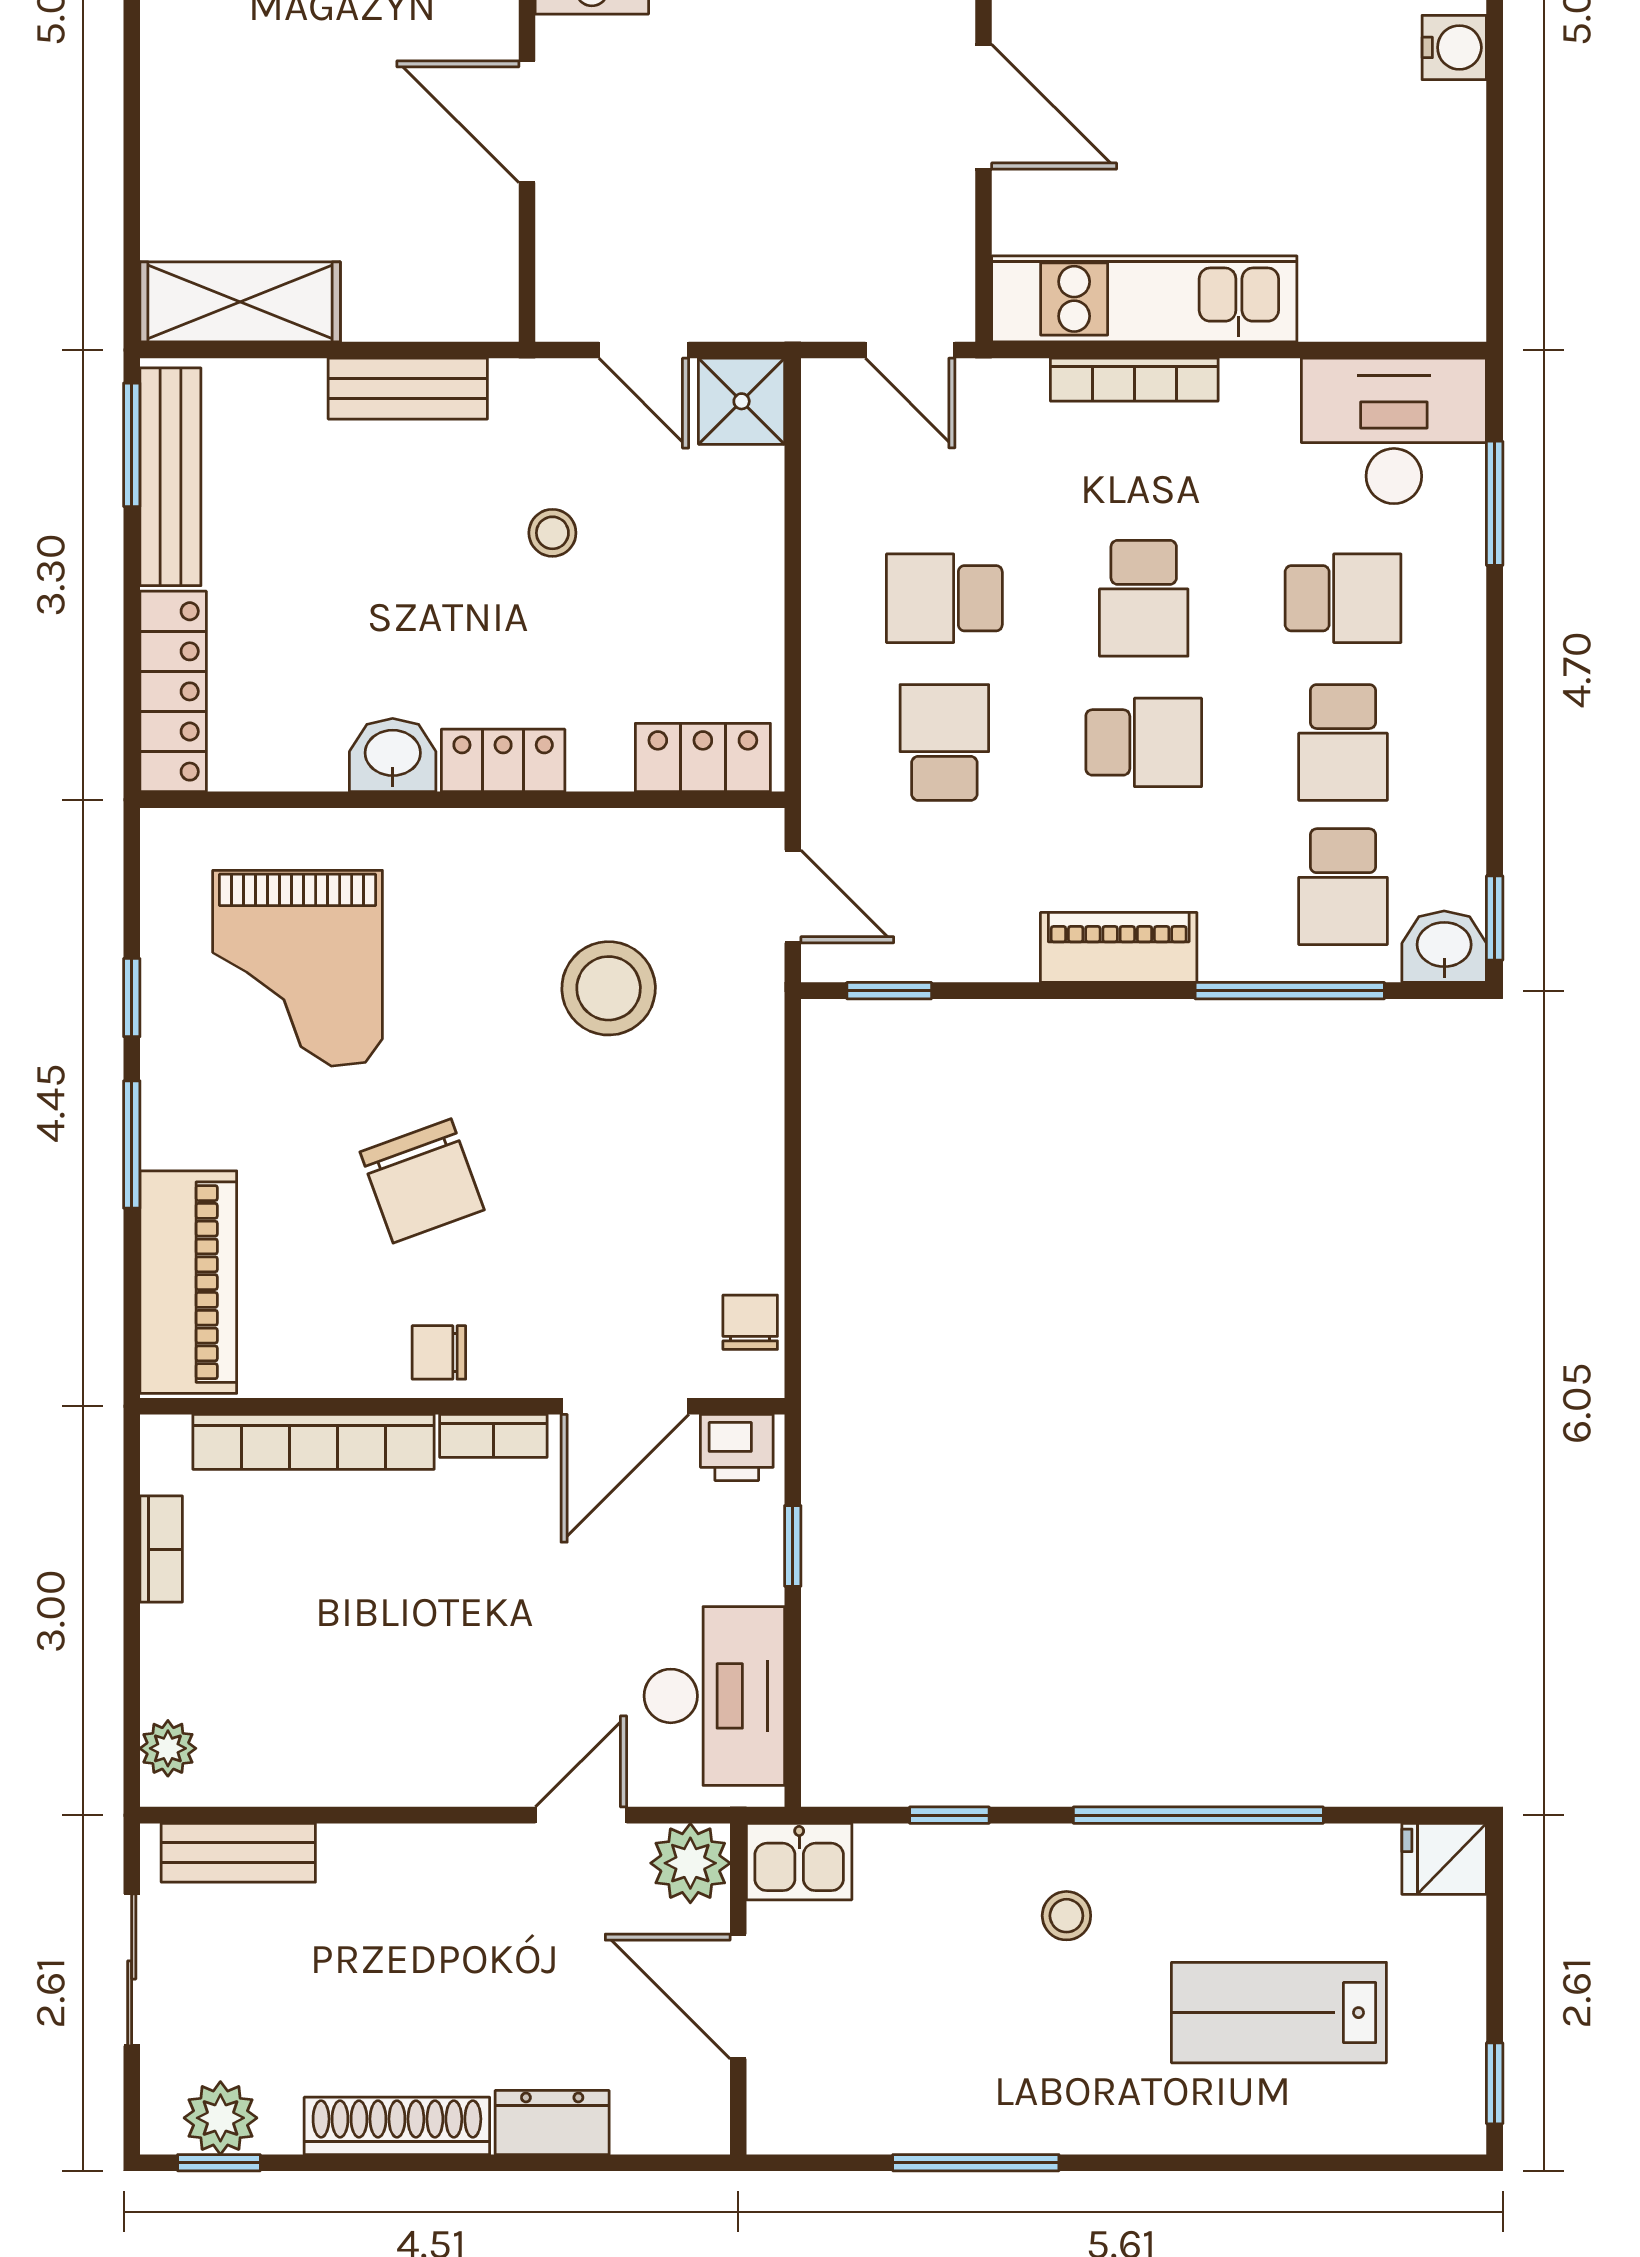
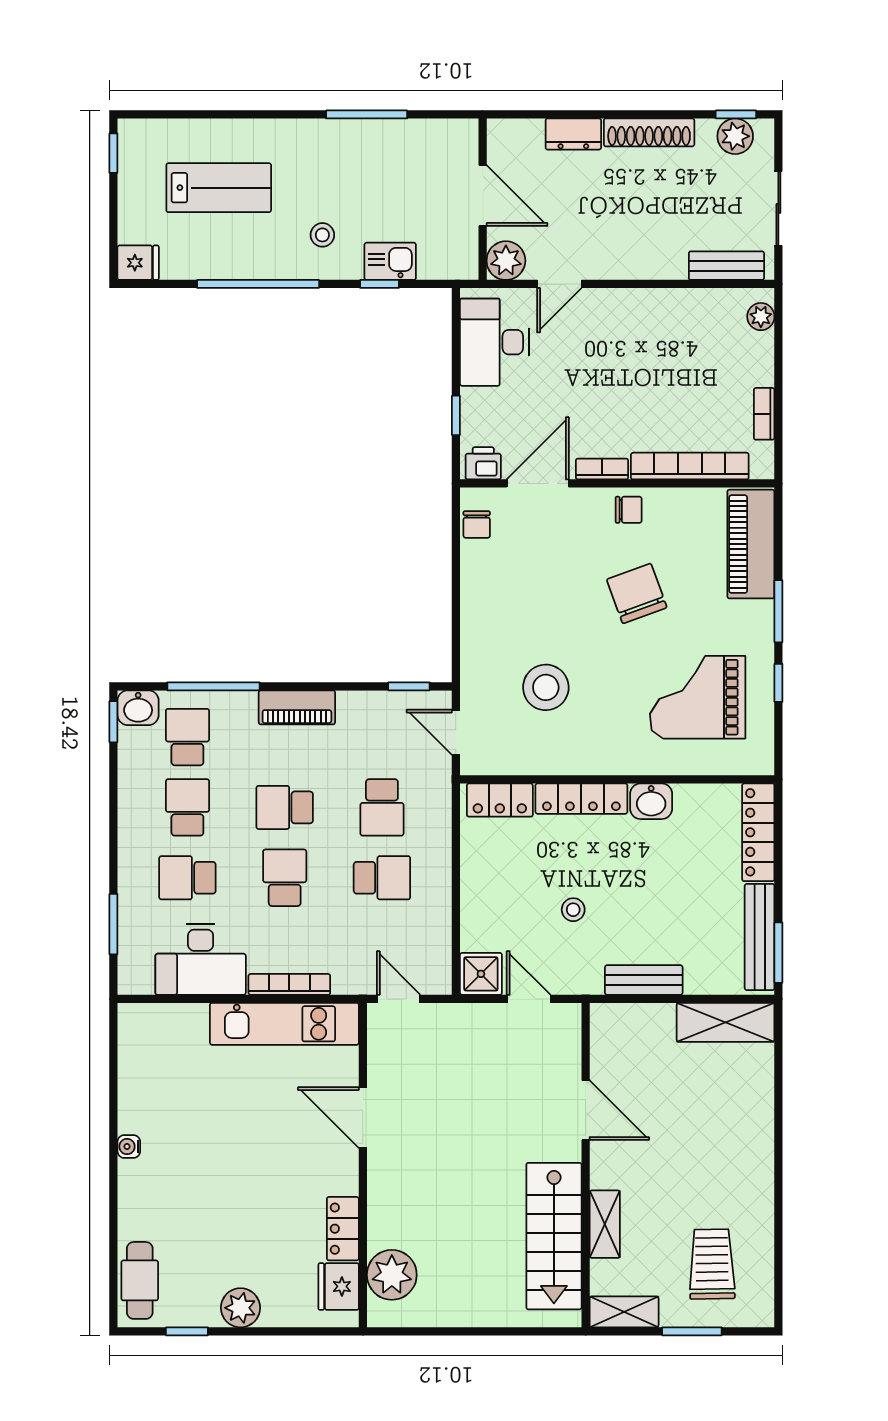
water cooler: (1454, 47) -> (129, 1147), width x0.72, depth x0.72
desk: (1394, 431) -> (201, 959), moved
locker: (503, 760) -> (581, 799), width x1.53
grand piano: (298, 968) -> (698, 697), turned -90
kitchen sink: (799, 1862) -> (390, 261), moved

